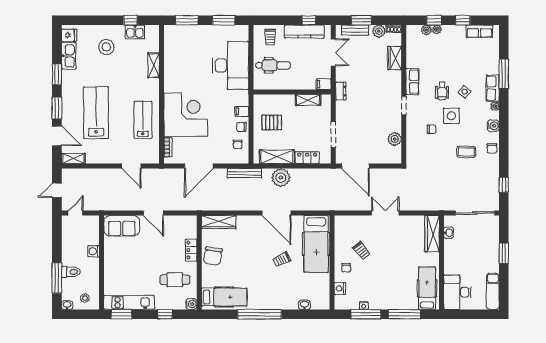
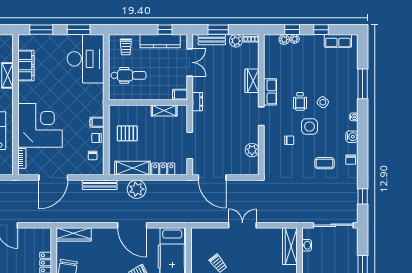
filing cabinet: (172, 56) -> (26, 66), added
wardrobe: (395, 58) -> (252, 81), moved
desk: (231, 65) -> (86, 59), moved
row of seats: (493, 88) -> (351, 98), removed

